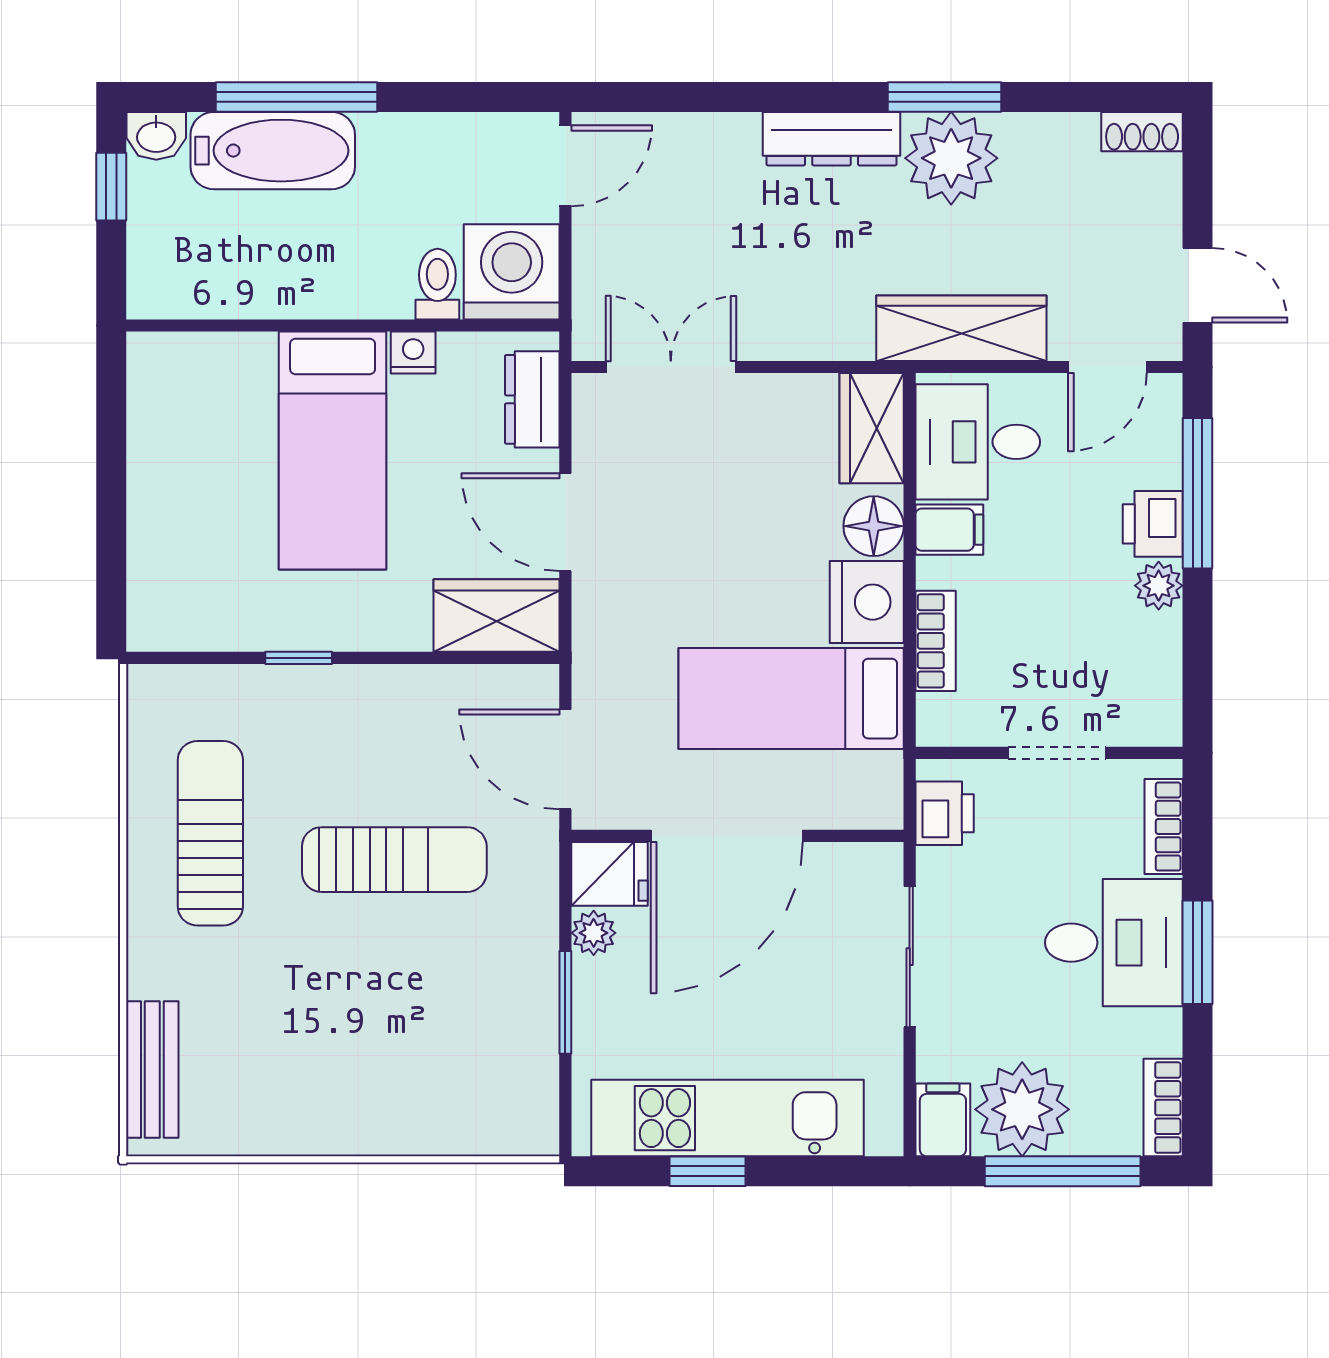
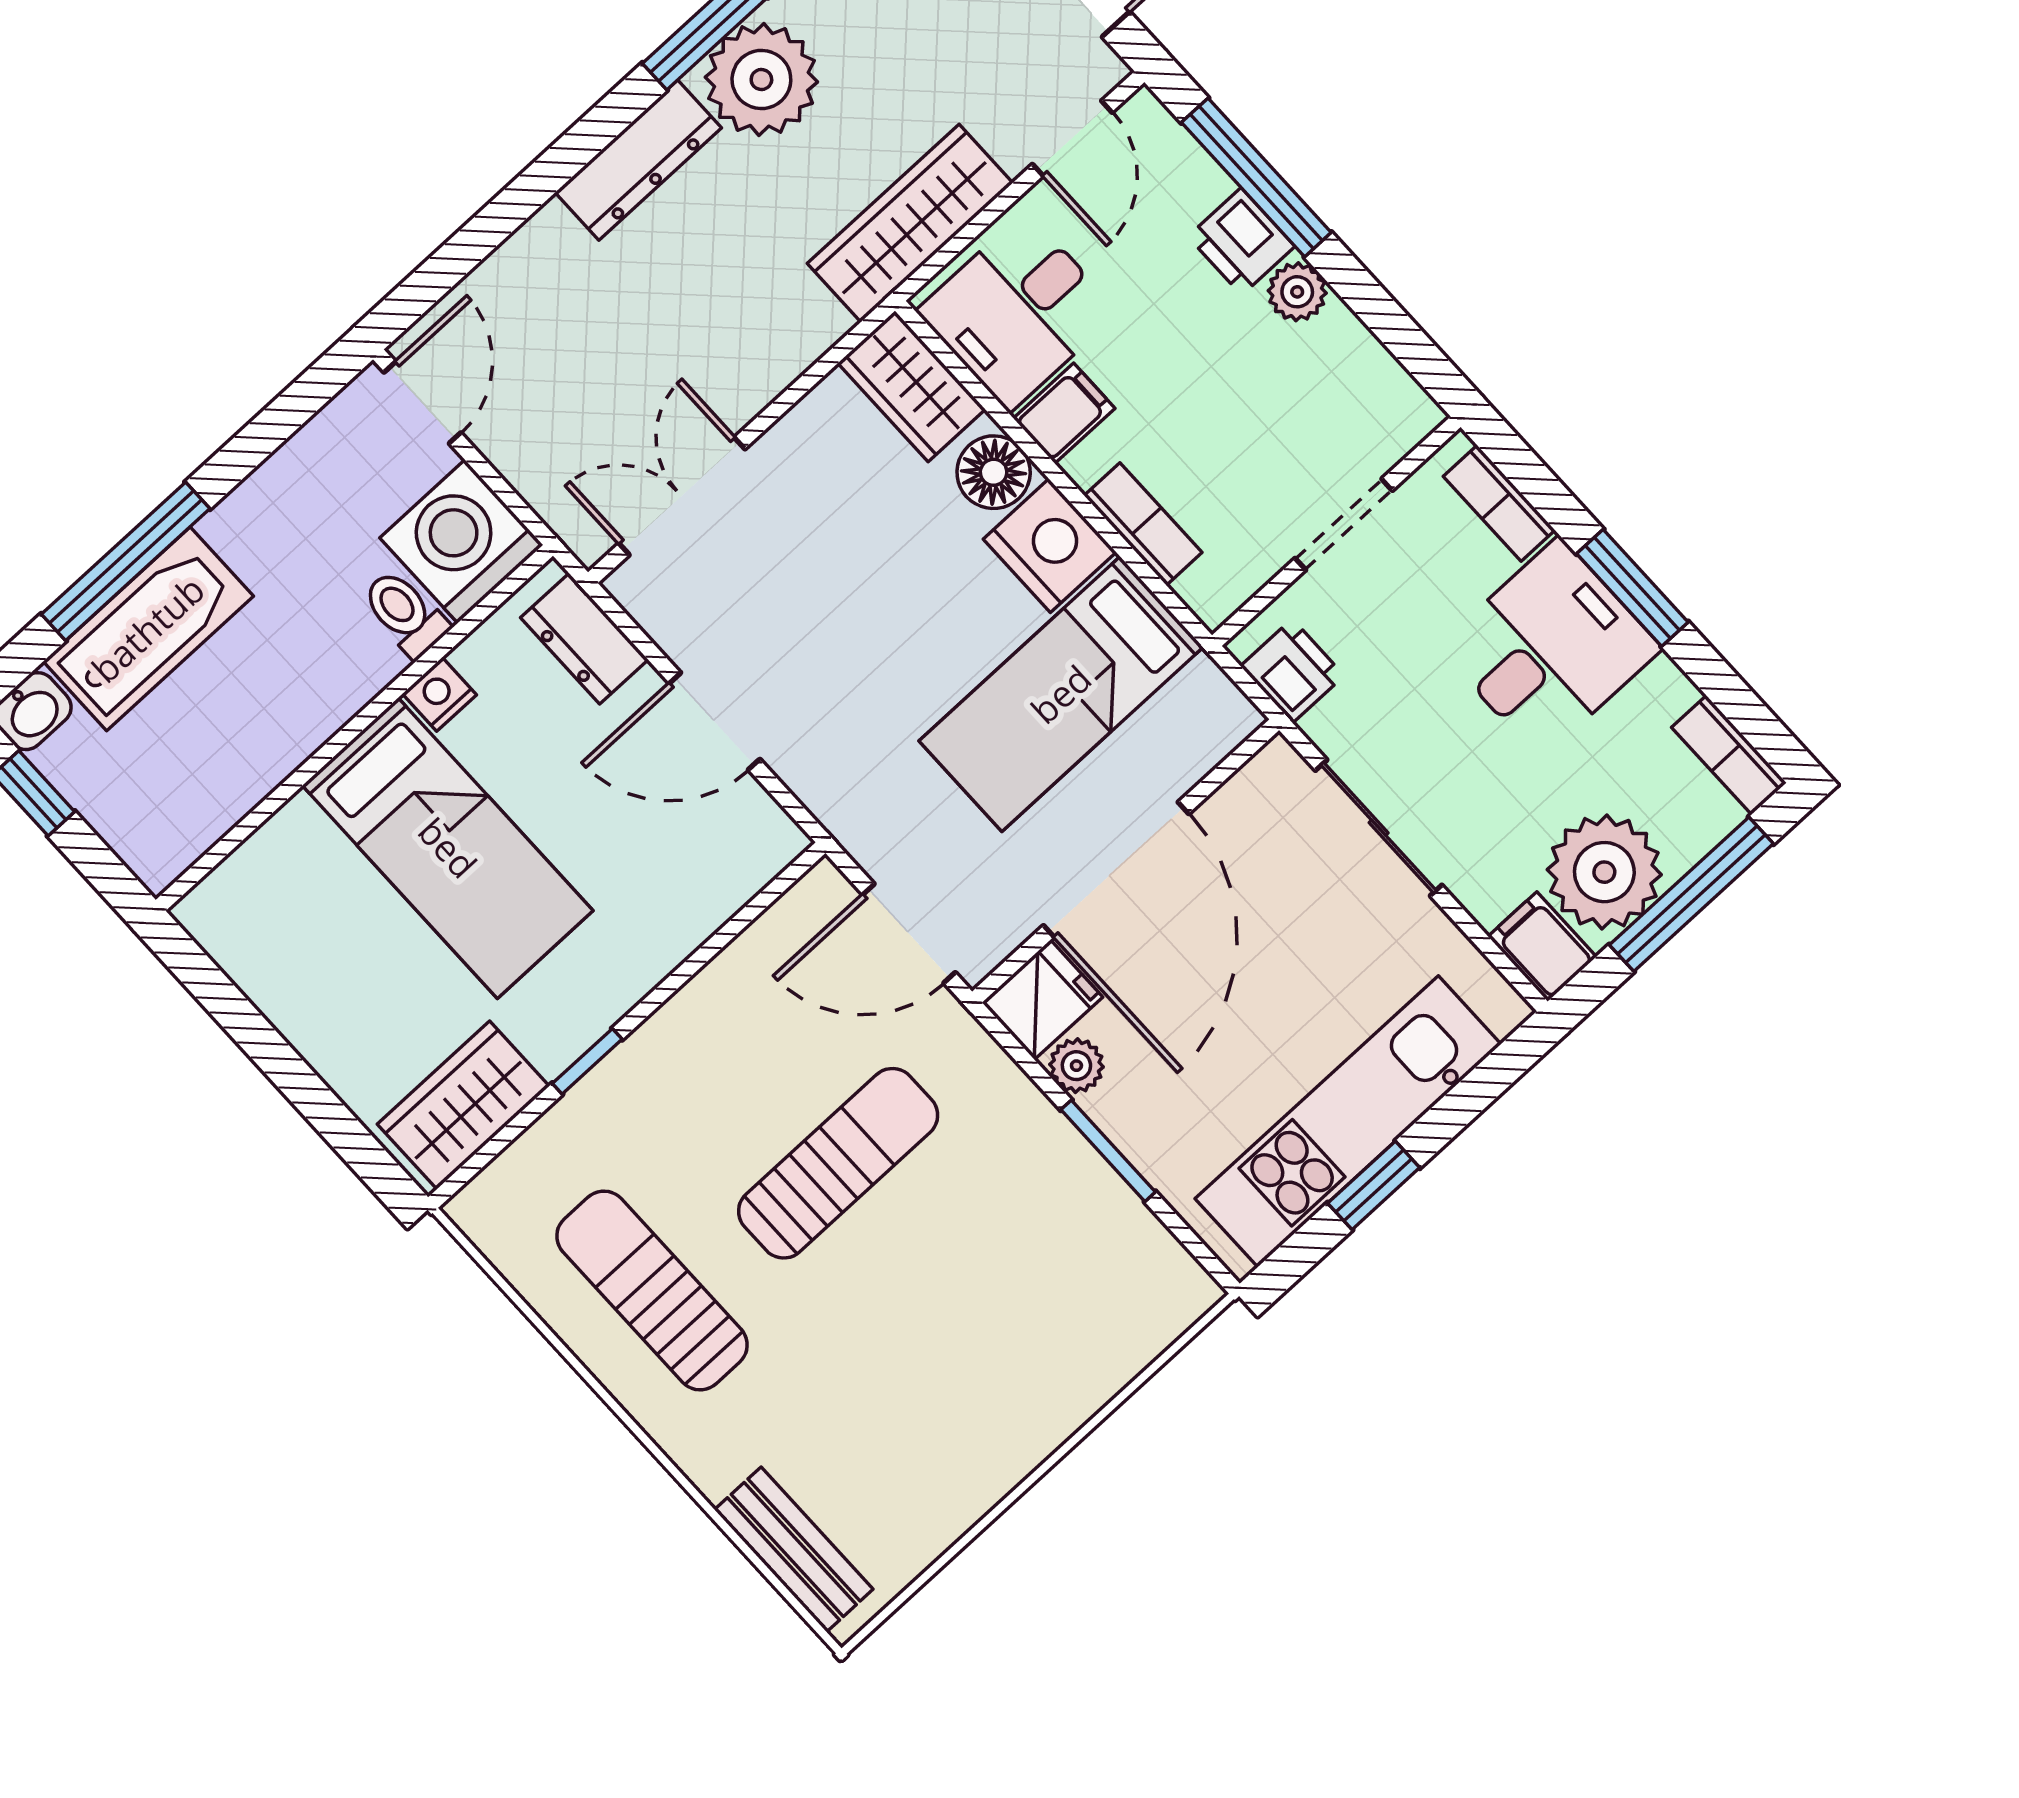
wardrobe: (497, 615) -> (463, 1105), moved

